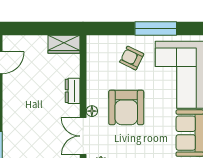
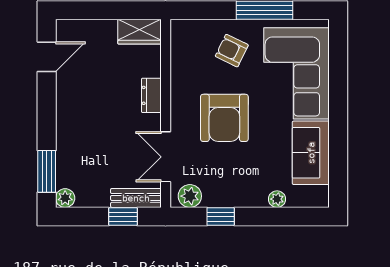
floor lamp: (92, 111) -> (178, 123), removed

